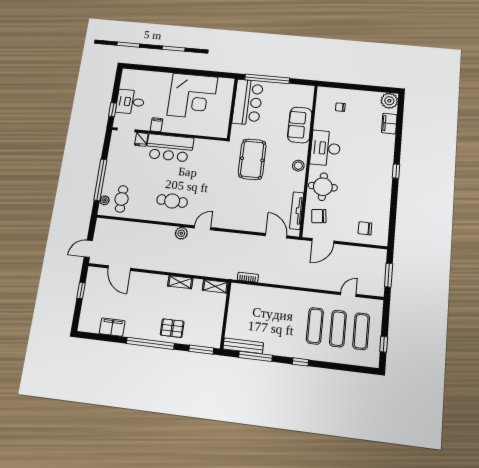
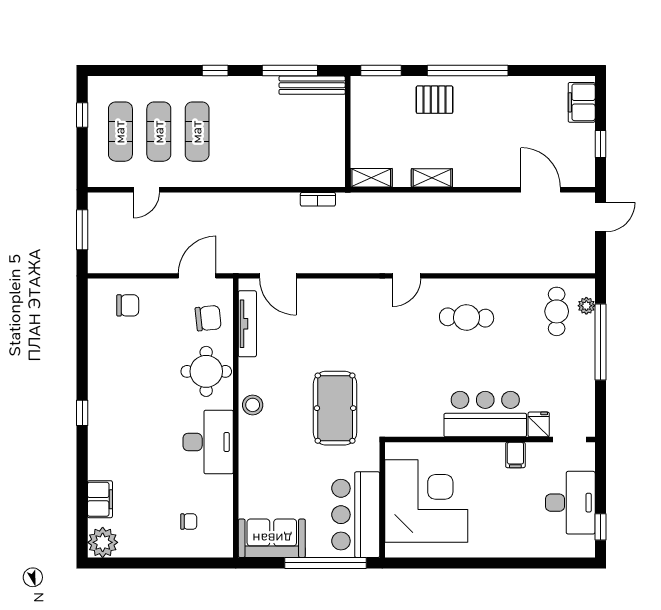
corner desk: (192, 96) -> (426, 501), moved, turned 90
desk: (130, 102) -> (570, 503), width x1.37
window: (113, 110) -> (600, 527), moved
sofa: (300, 125) -> (272, 538), moved, turned -90
plant: (181, 233) -> (442, 262), removed
filing cabinet: (112, 327) -> (582, 102), moved, turned 90

